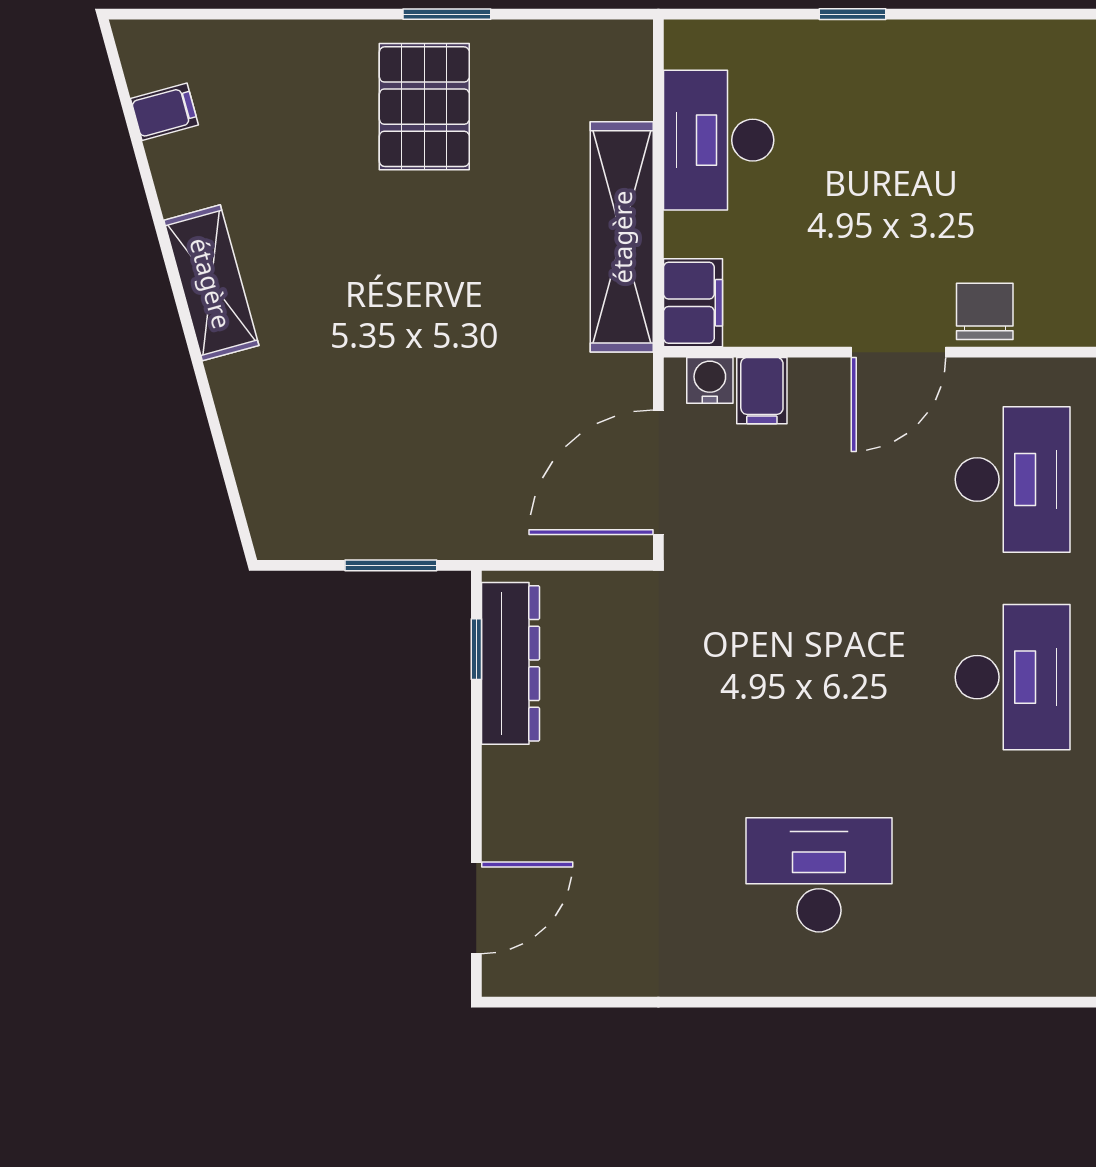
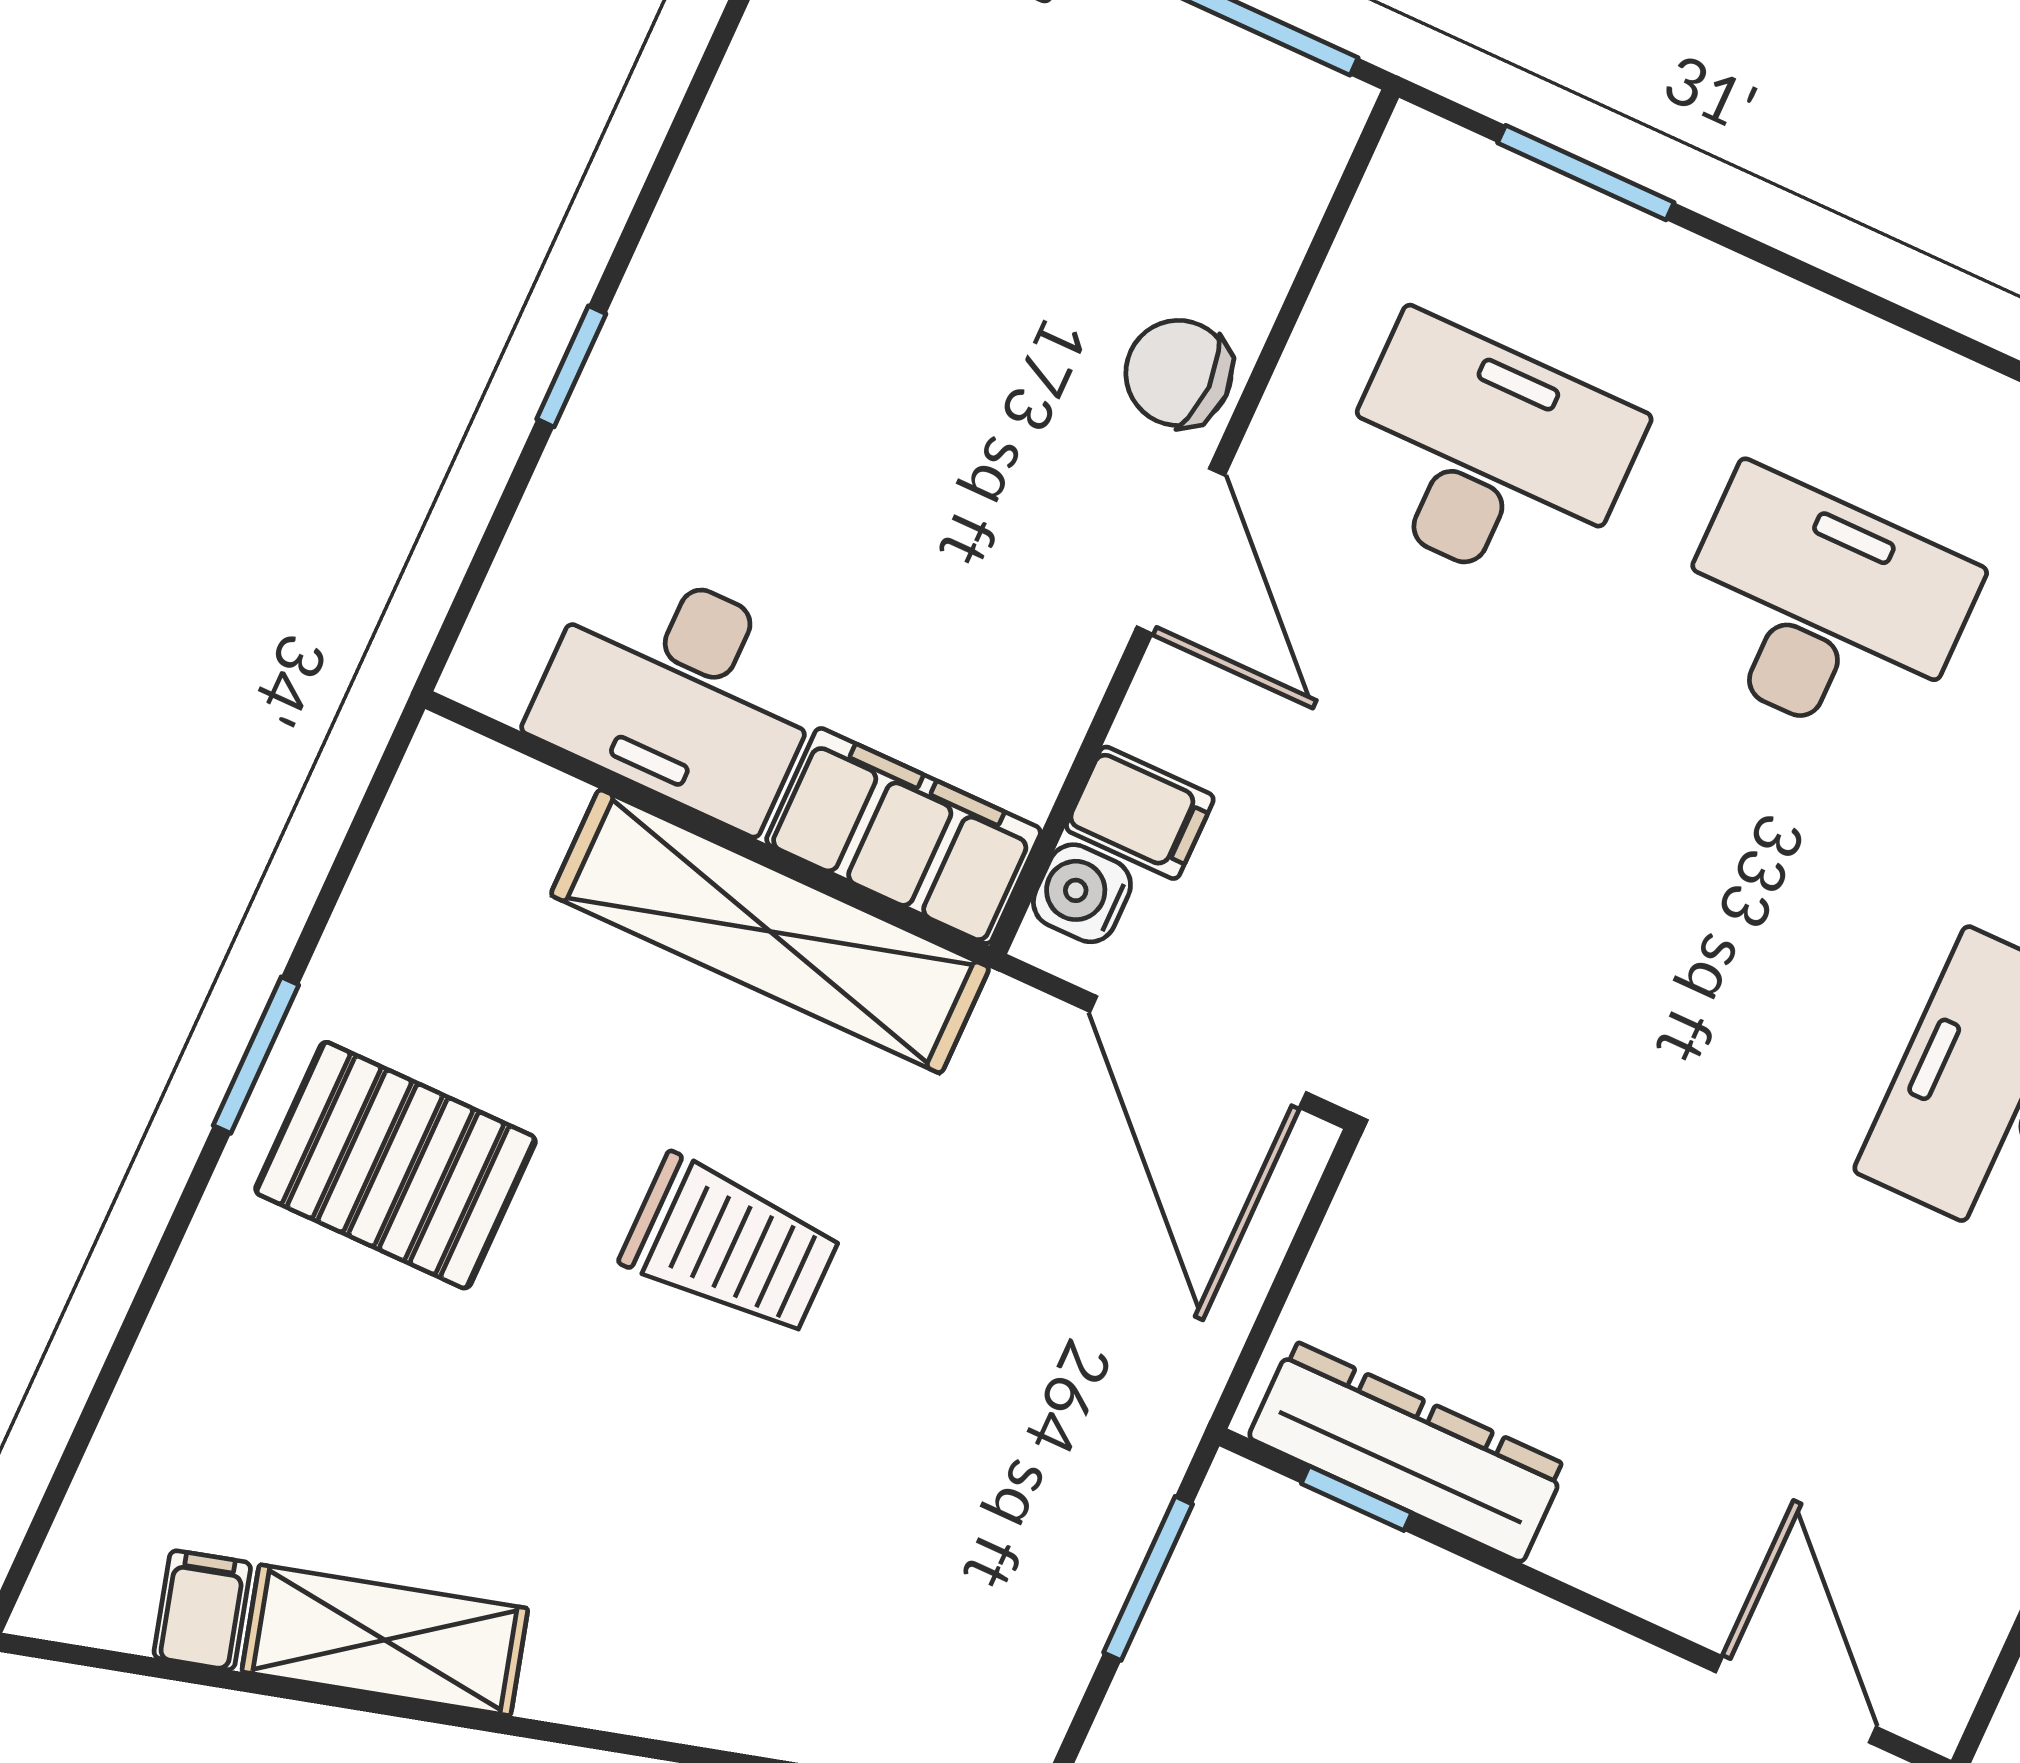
shelving: (211, 283) -> (385, 1640), moved
trolley: (460, 288) -> (731, 1246), added
filing cabinet: (693, 303) -> (903, 836), width x1.50, depth x1.17

